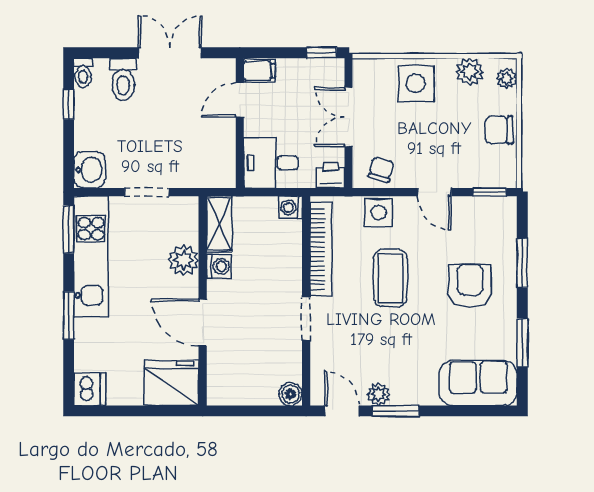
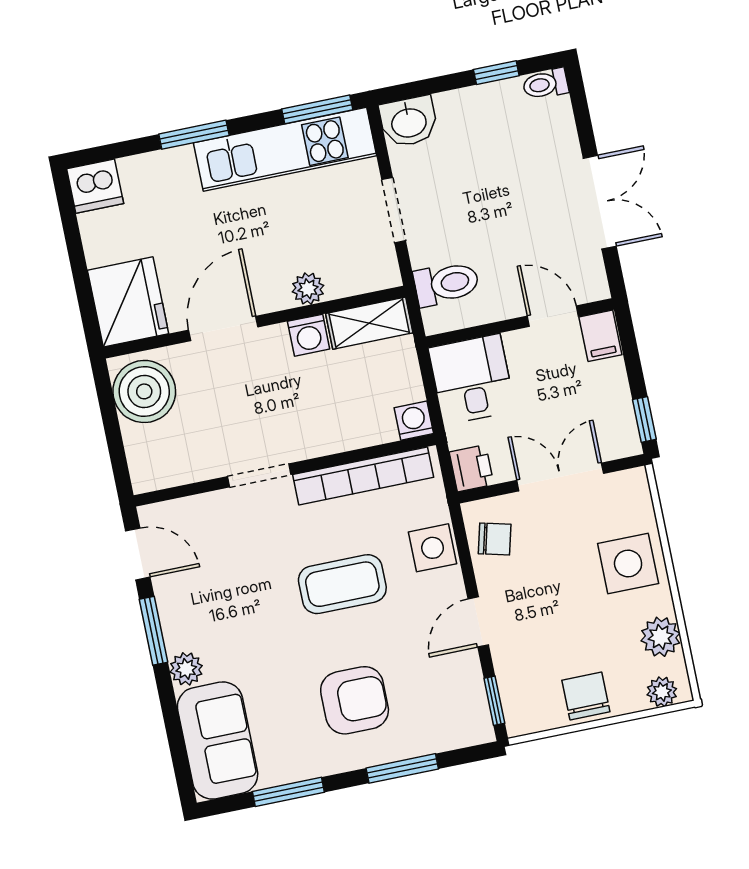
toilet: (123, 79) -> (446, 284), moved, turned 180
plant: (183, 260) -> (308, 289), width x0.73, depth x0.73
boiler: (291, 394) -> (144, 391), moved, width x1.86, depth x1.86
plant: (378, 394) -> (186, 669), moved
door: (342, 411) -> (138, 554), hinge flipped

